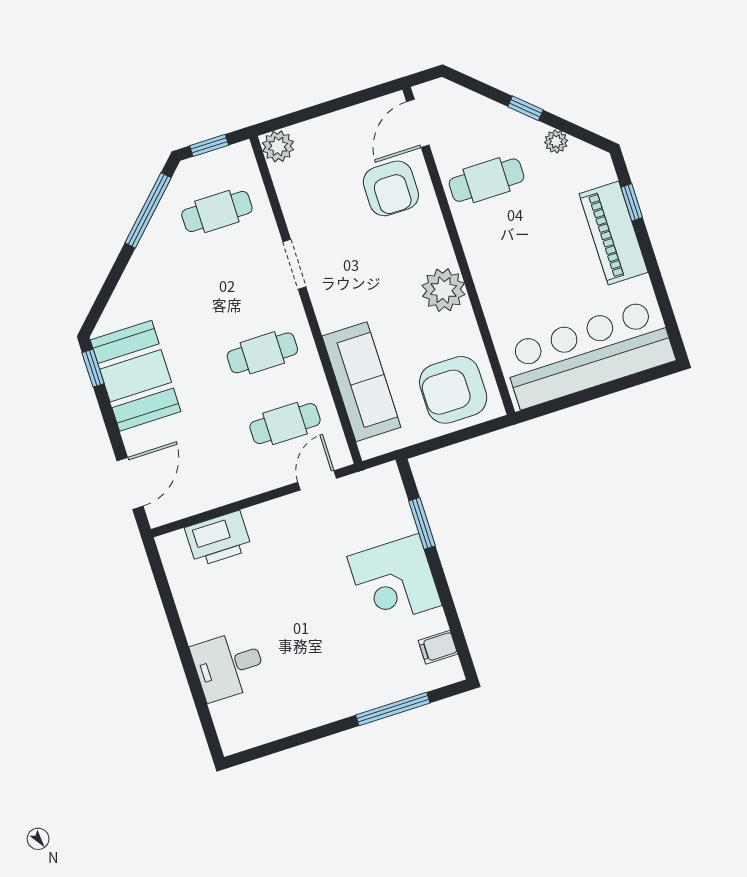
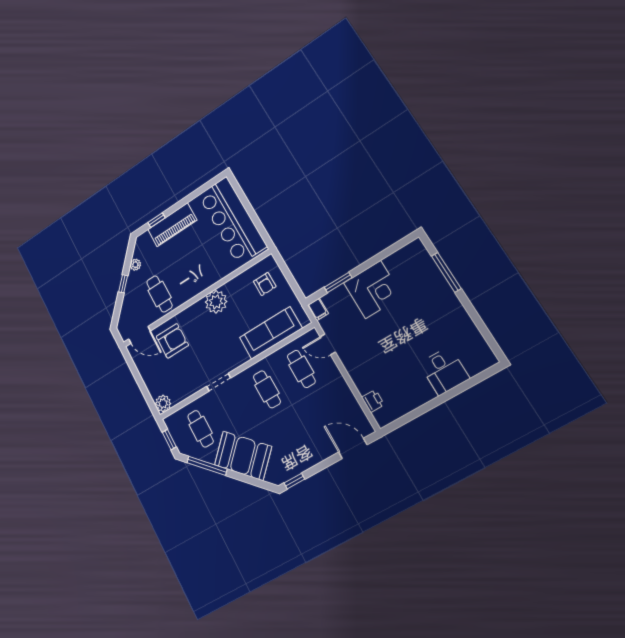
booth: (136, 376) -> (243, 456), moved, turned 45
armchair: (453, 390) -> (265, 284), width x0.53, depth x0.53
printer: (218, 539) -> (373, 401), width x0.53, depth x0.68
filing cabinet: (438, 647) -> (318, 309), moved

